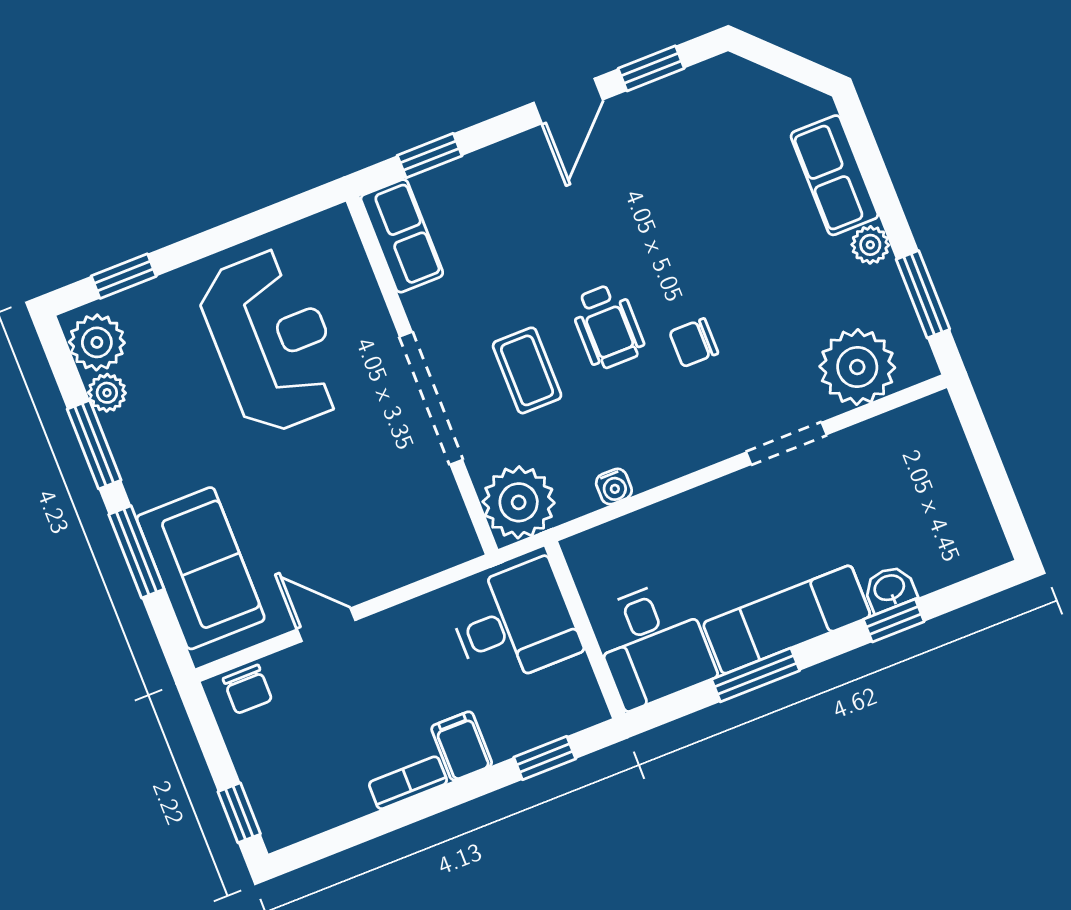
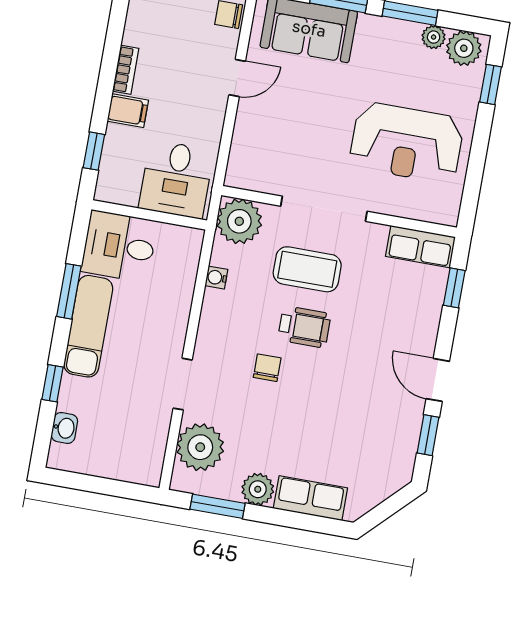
plant: (870, 245) -> (258, 489), width x1.38, depth x1.38
wheelchair: (607, 326) -> (304, 327), turned 180
coffee table: (527, 370) -> (307, 269), width x1.36, depth x1.30
washbasin: (890, 589) -> (64, 428), moved

